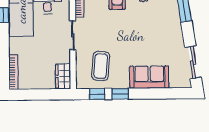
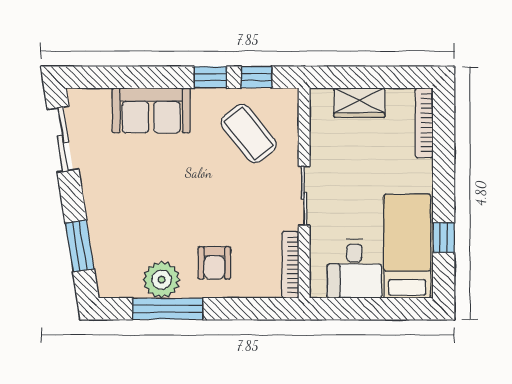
coffee table: (101, 66) -> (249, 134), turned -44
wardrobe: (63, 76) -> (359, 103), moved, turned 90

